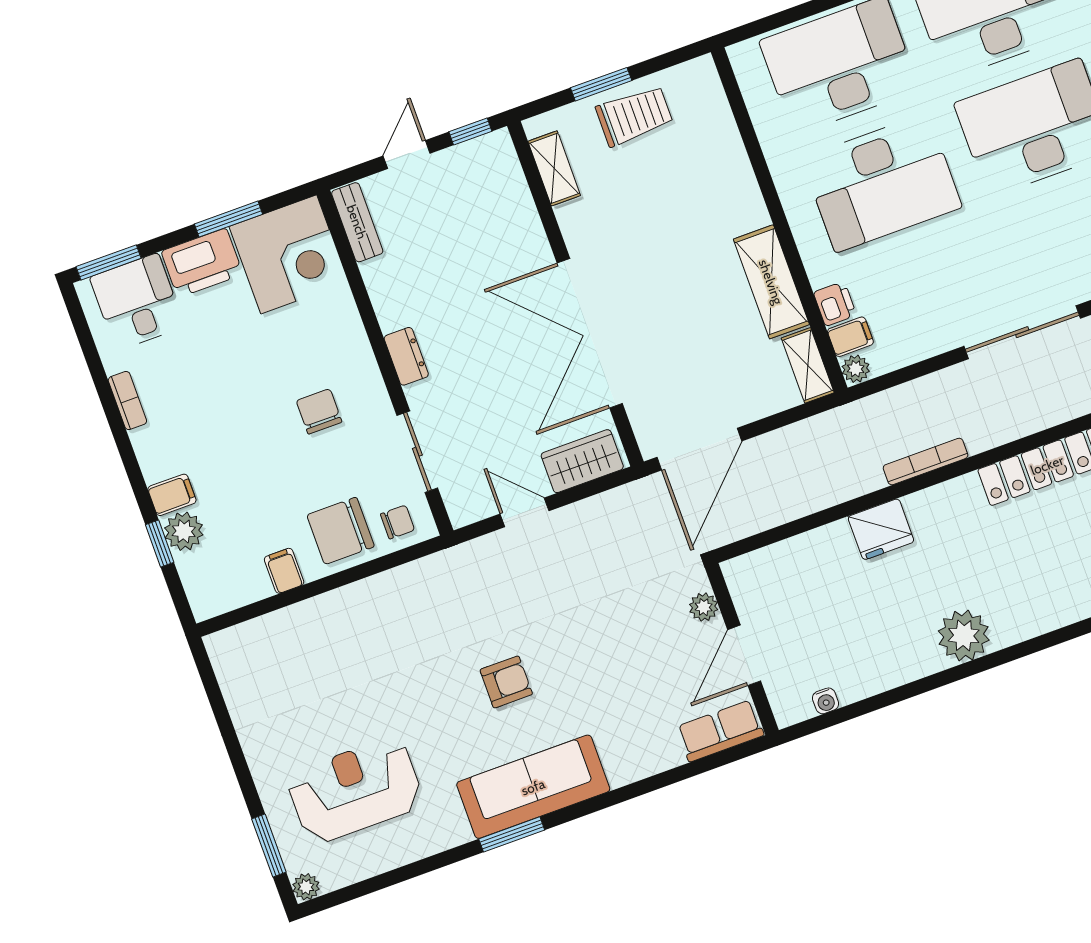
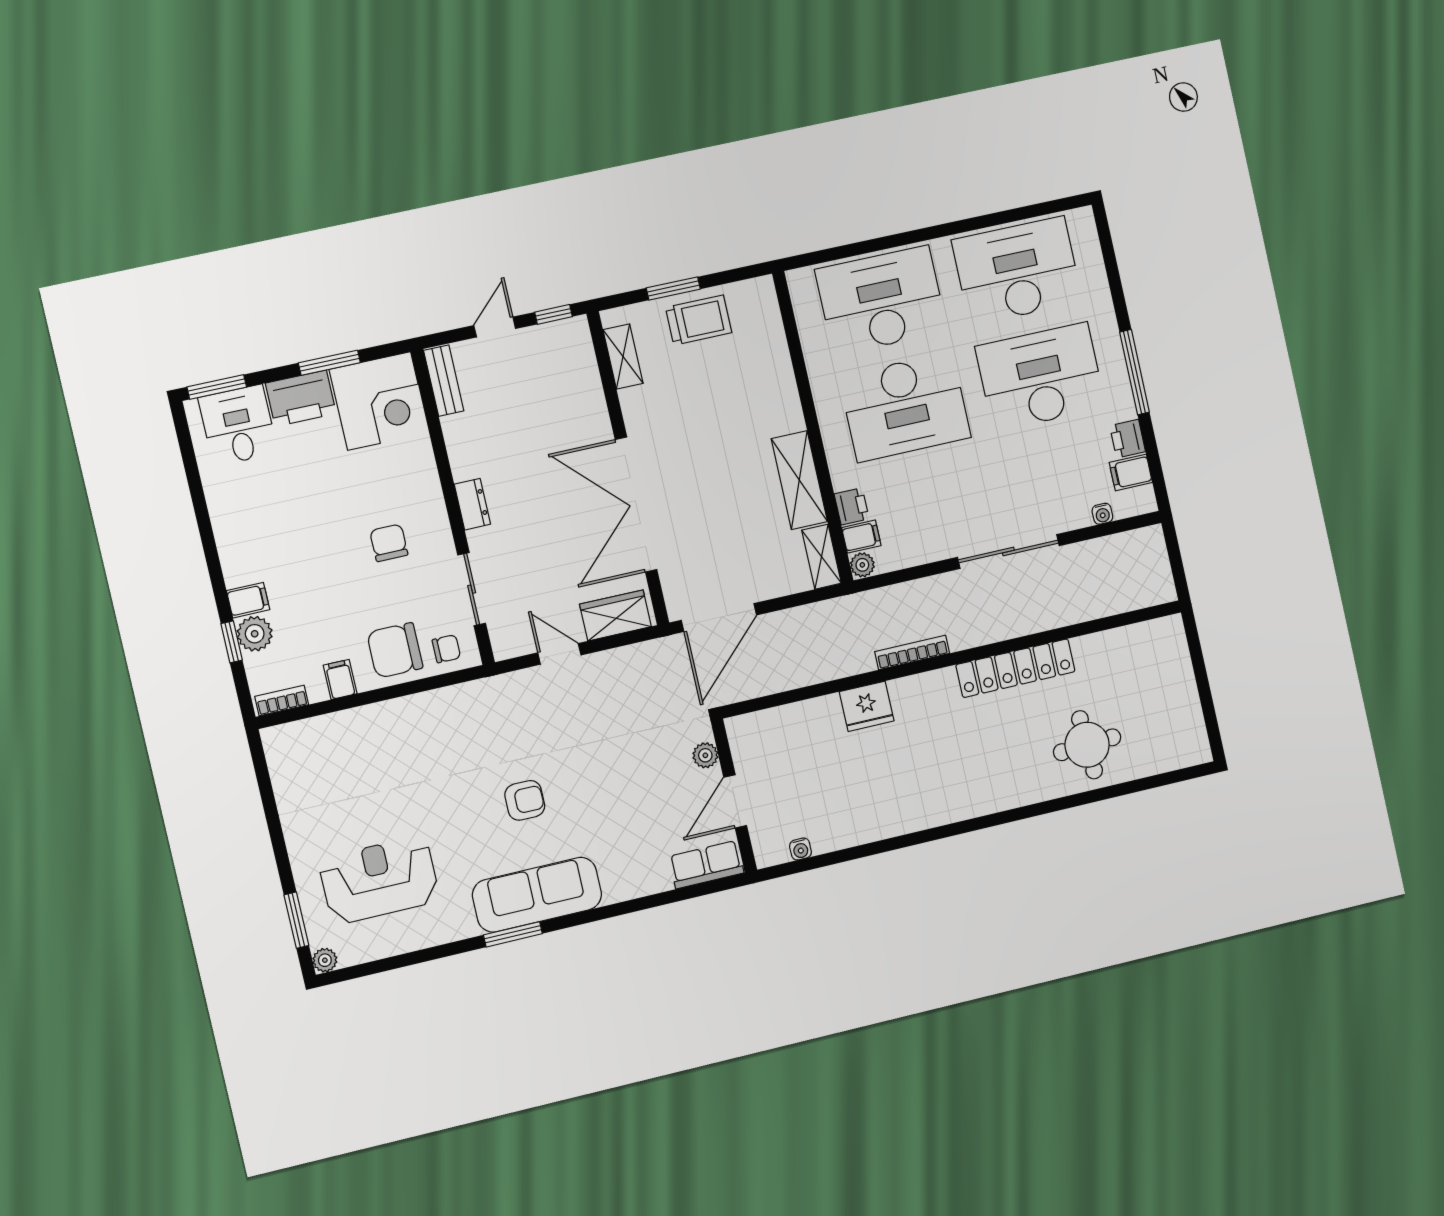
bookcase: (127, 401) -> (282, 701), moved, turned -90
plant: (964, 636) -> (926, 806), removed

